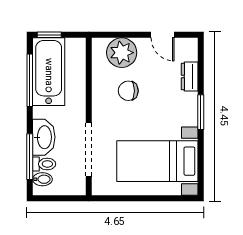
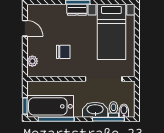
door: (163, 35) -> (25, 28), hinge flipped
plant: (122, 53) -> (32, 61), width x0.53, depth x0.53
dresser: (190, 77) -> (77, 10), moved
chair: (128, 91) -> (63, 52), turned -90

